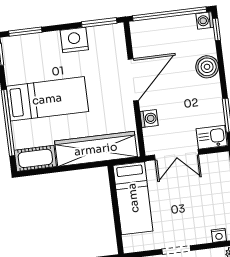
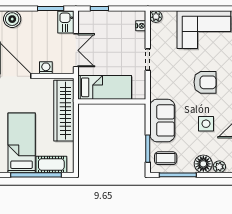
cot: (35, 158) -> (51, 164), moved, turned 90

